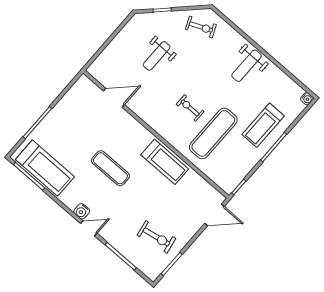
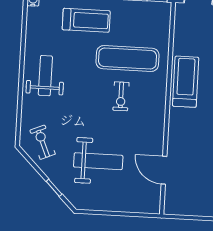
weight bench: (157, 56) -> (98, 161), width x1.36, depth x1.33
weight bench: (246, 66) -> (45, 76), turned -90

